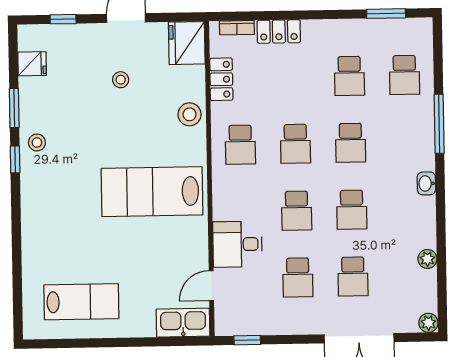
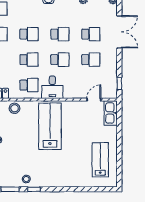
lab bench: (152, 192) -> (50, 126), turned 180
desk: (237, 244) -> (52, 87), moved
door: (211, 286) -> (94, 100), swing flipped

